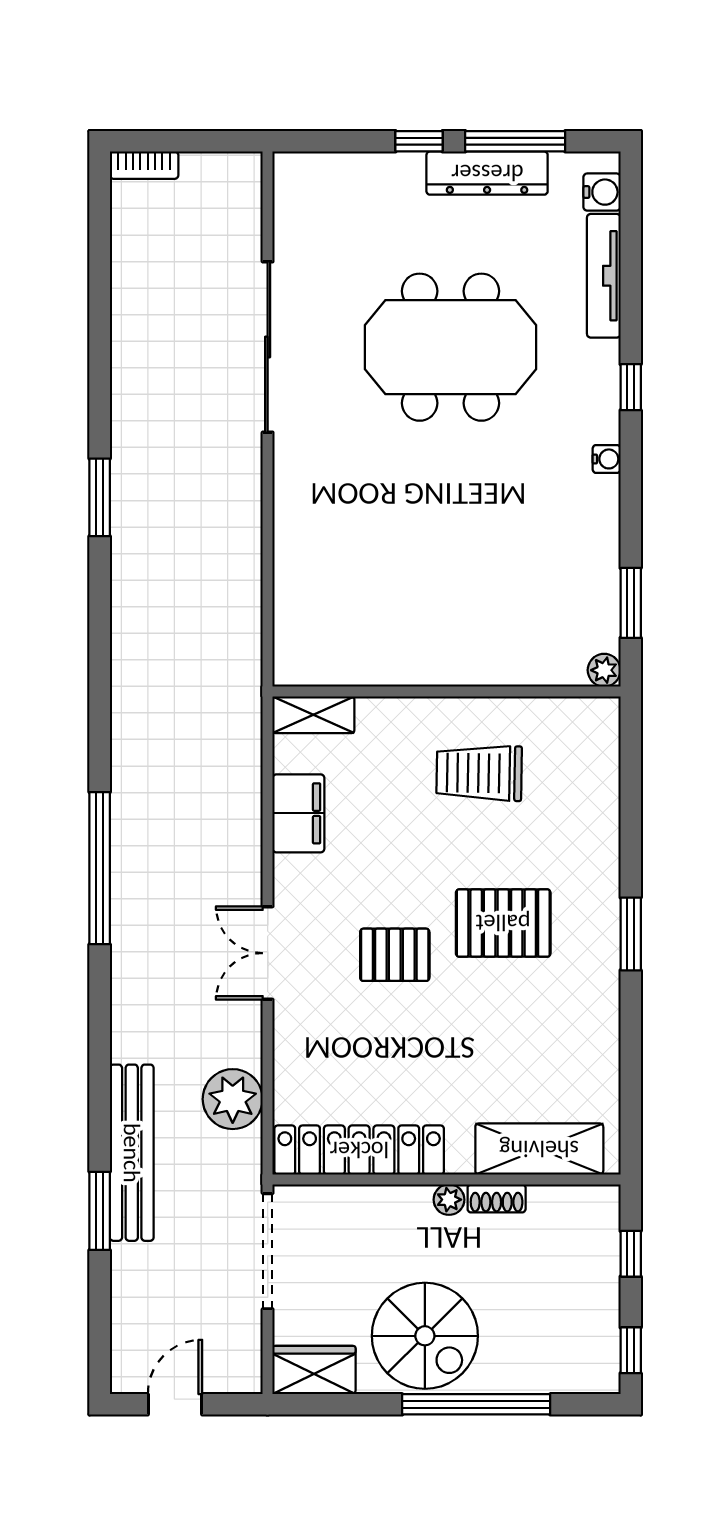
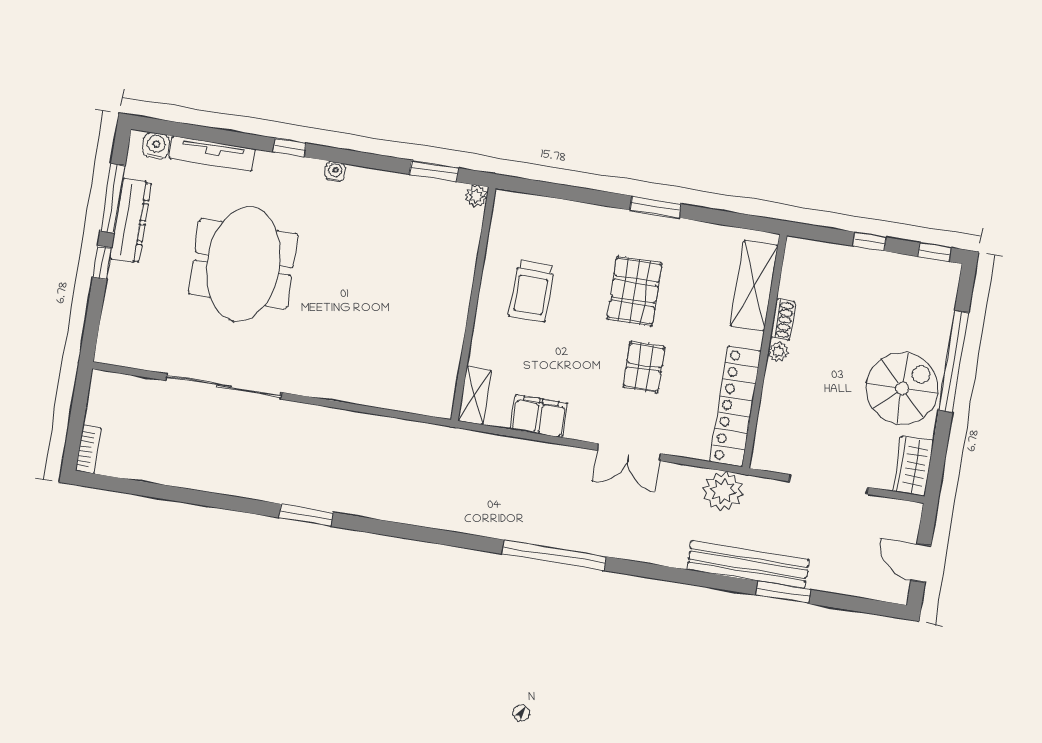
shelving: (539, 1149) -> (754, 286), moved
locker: (359, 1150) -> (735, 406), moved
wall: (446, 1179) -> (765, 351), moved
shoe rack: (497, 1198) -> (783, 320), moved
plant: (449, 1200) -> (778, 352), moved

